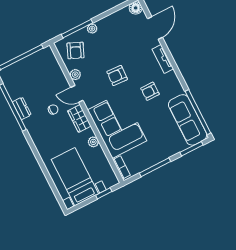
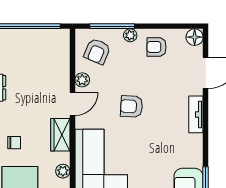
armchair: (150, 91) -> (157, 47), moved
door: (77, 94) -> (72, 104), swing flipped
chair: (53, 109) -> (14, 143), moved

